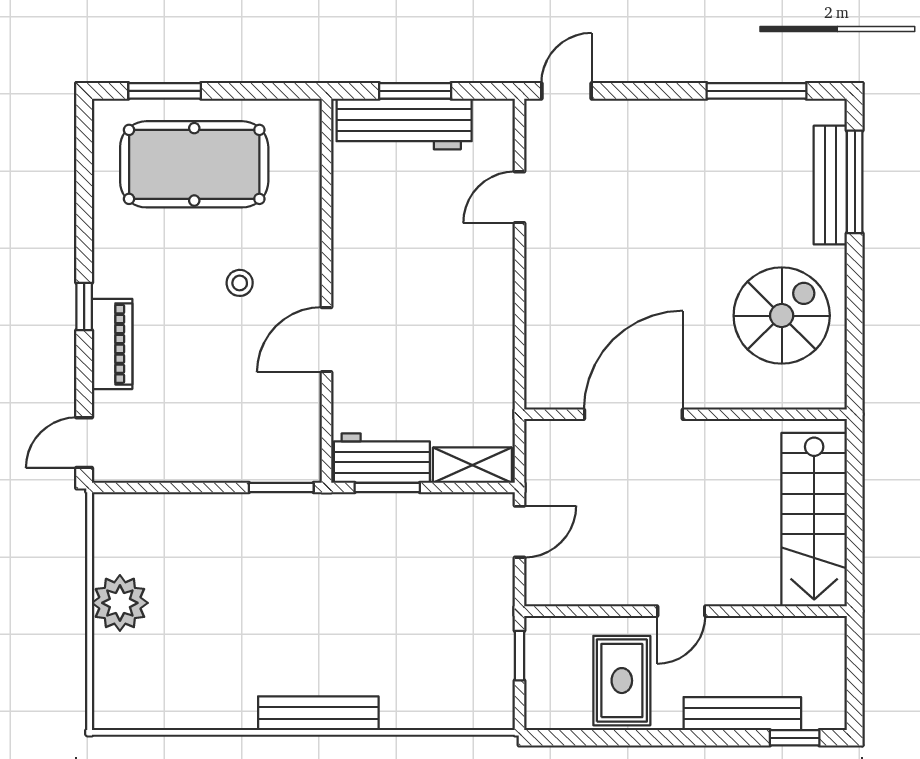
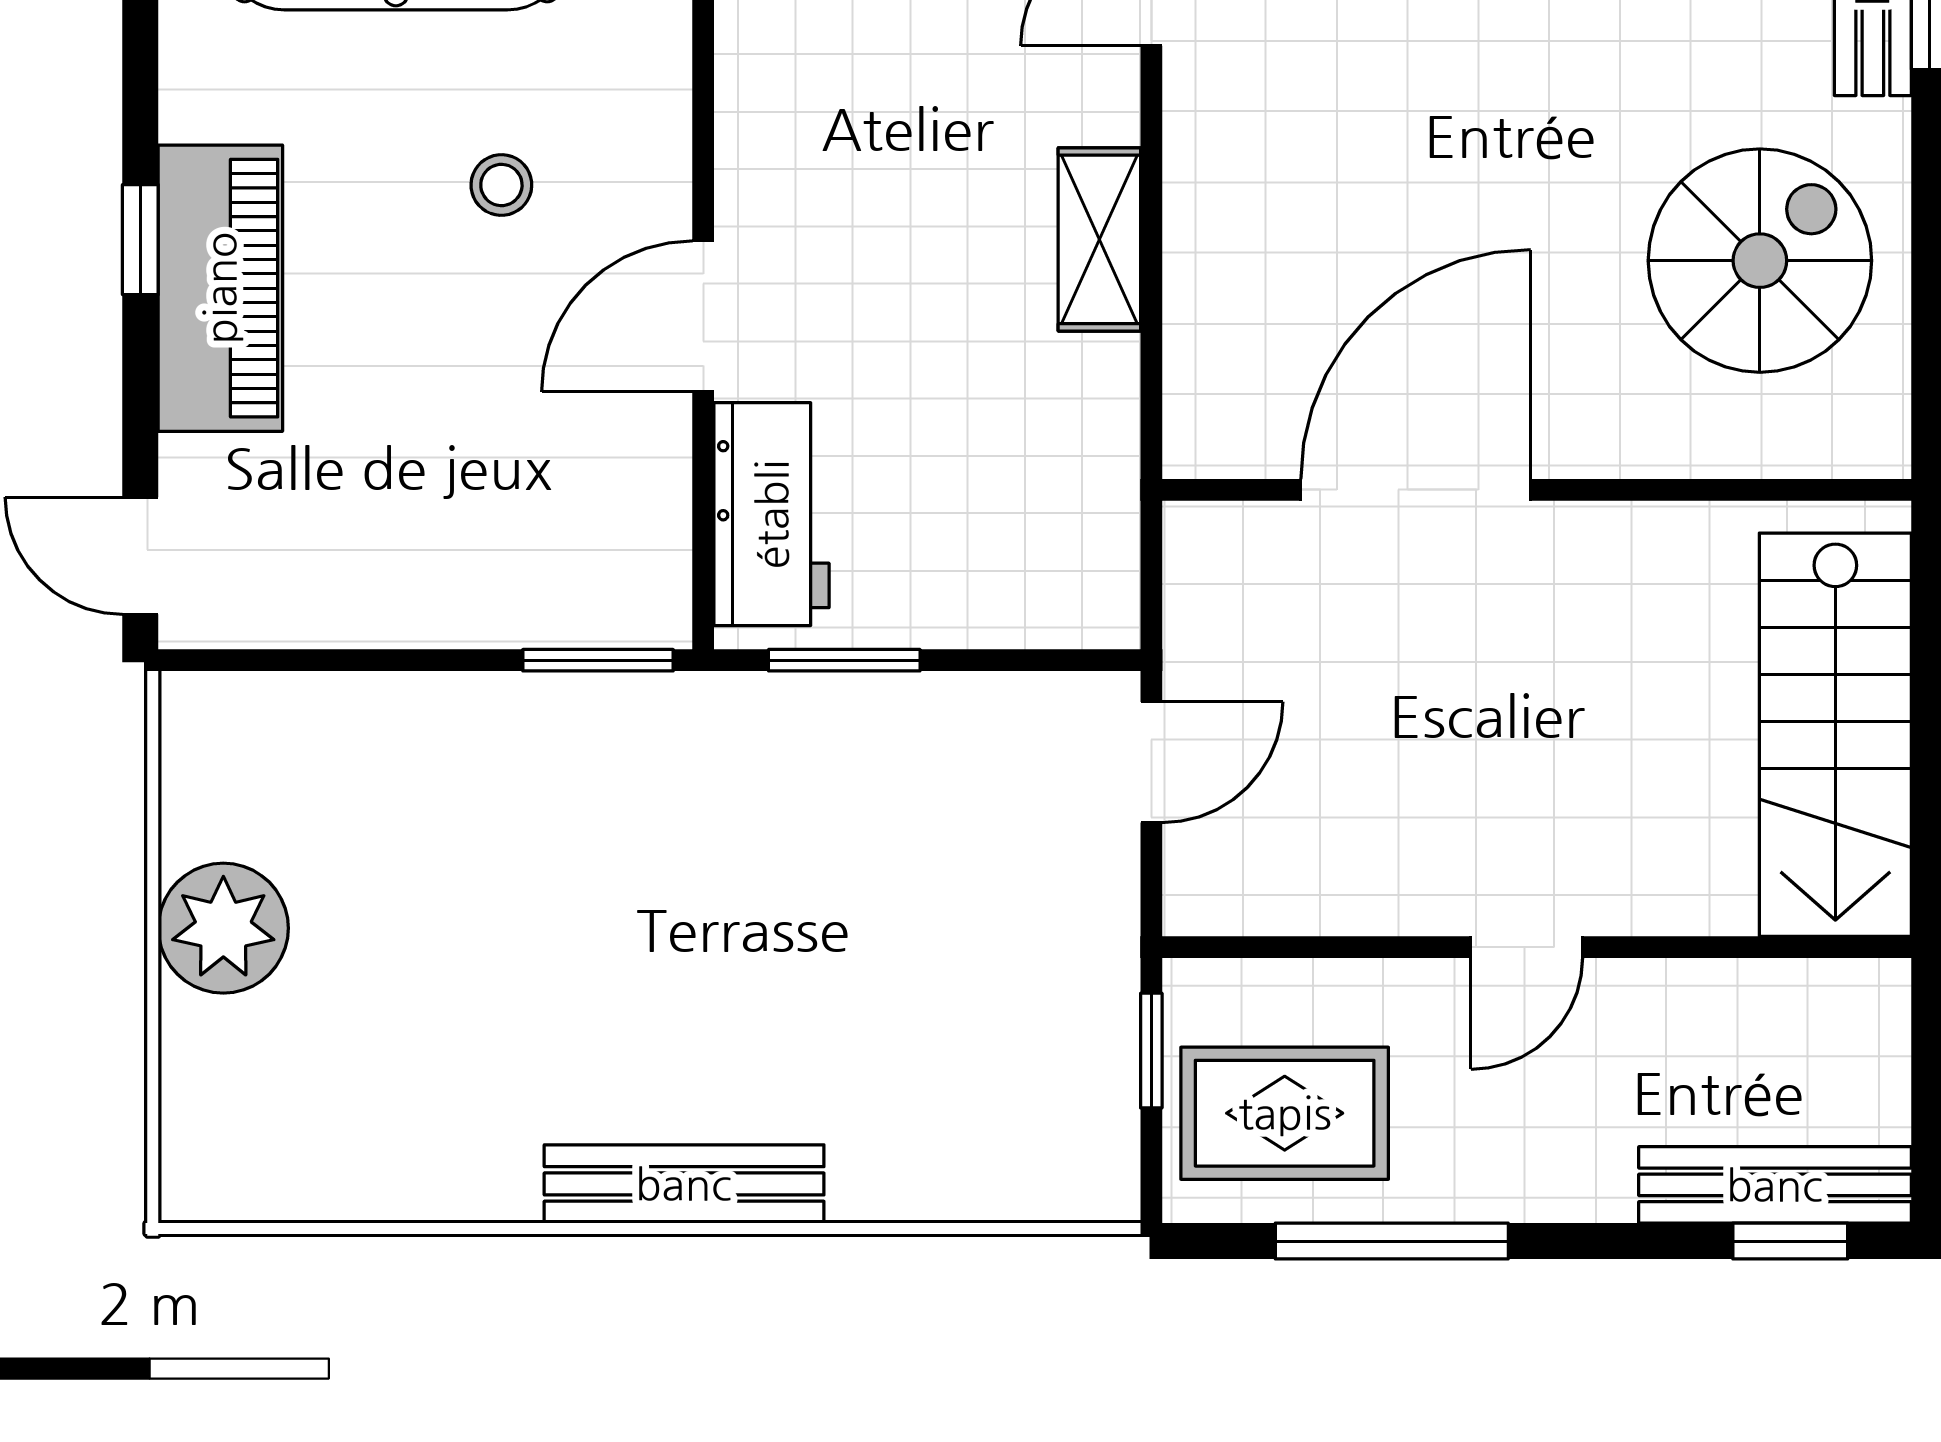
piano: (112, 344) -> (220, 288), width x1.37, depth x1.33
door: (84, 443) -> (140, 556), hinge flipped
workbench: (382, 458) -> (772, 514), moved, turned 90
shelving: (472, 465) -> (1099, 239), moved, turned 90
rug: (622, 681) -> (1285, 1113), moved, turned 90
bench: (742, 714) -> (1775, 1185), moved
window: (623, 738) -> (1392, 1241), added

